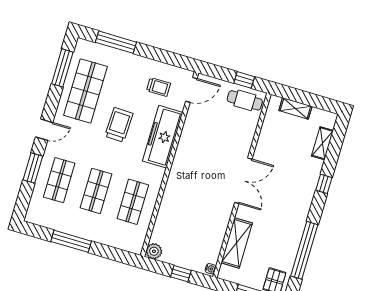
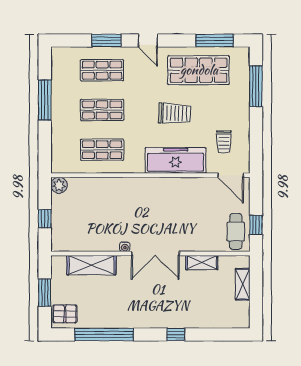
shelving: (322, 143) -> (202, 263), moved
water cooler: (211, 269) -> (125, 247), moved

